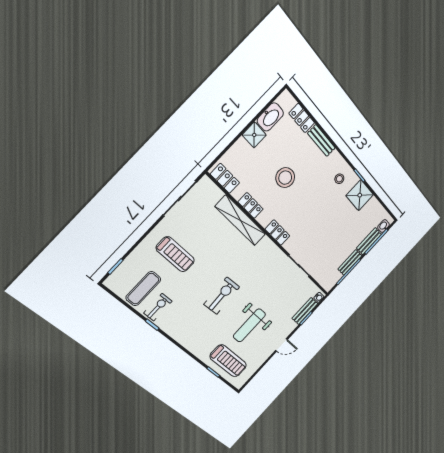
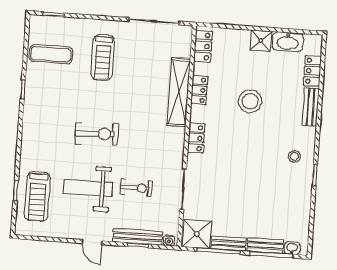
shower: (360, 195) -> (197, 234), moved
exercise bike: (158, 307) -> (136, 188), moved
bench: (305, 311) -> (138, 237), width x1.36

